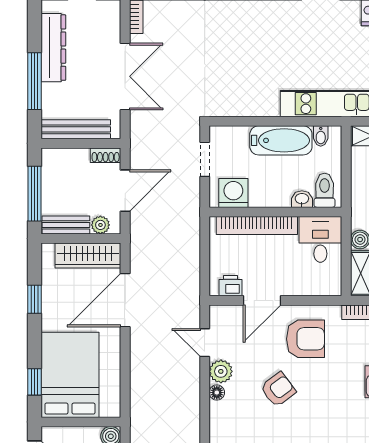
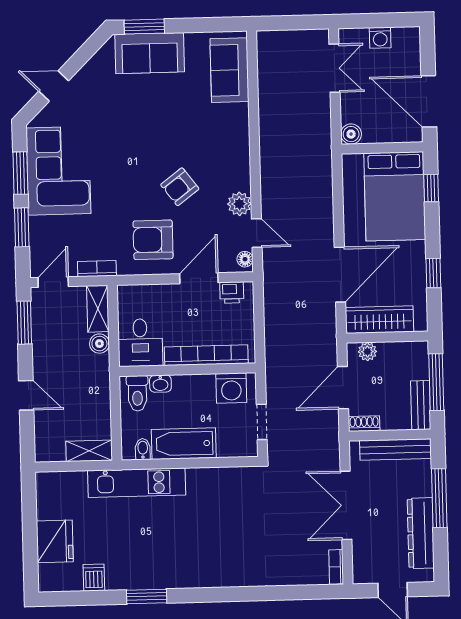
bench: (66, 225) -> (421, 405), moved, turned 90
floor lamp: (217, 393) -> (245, 259), moved

